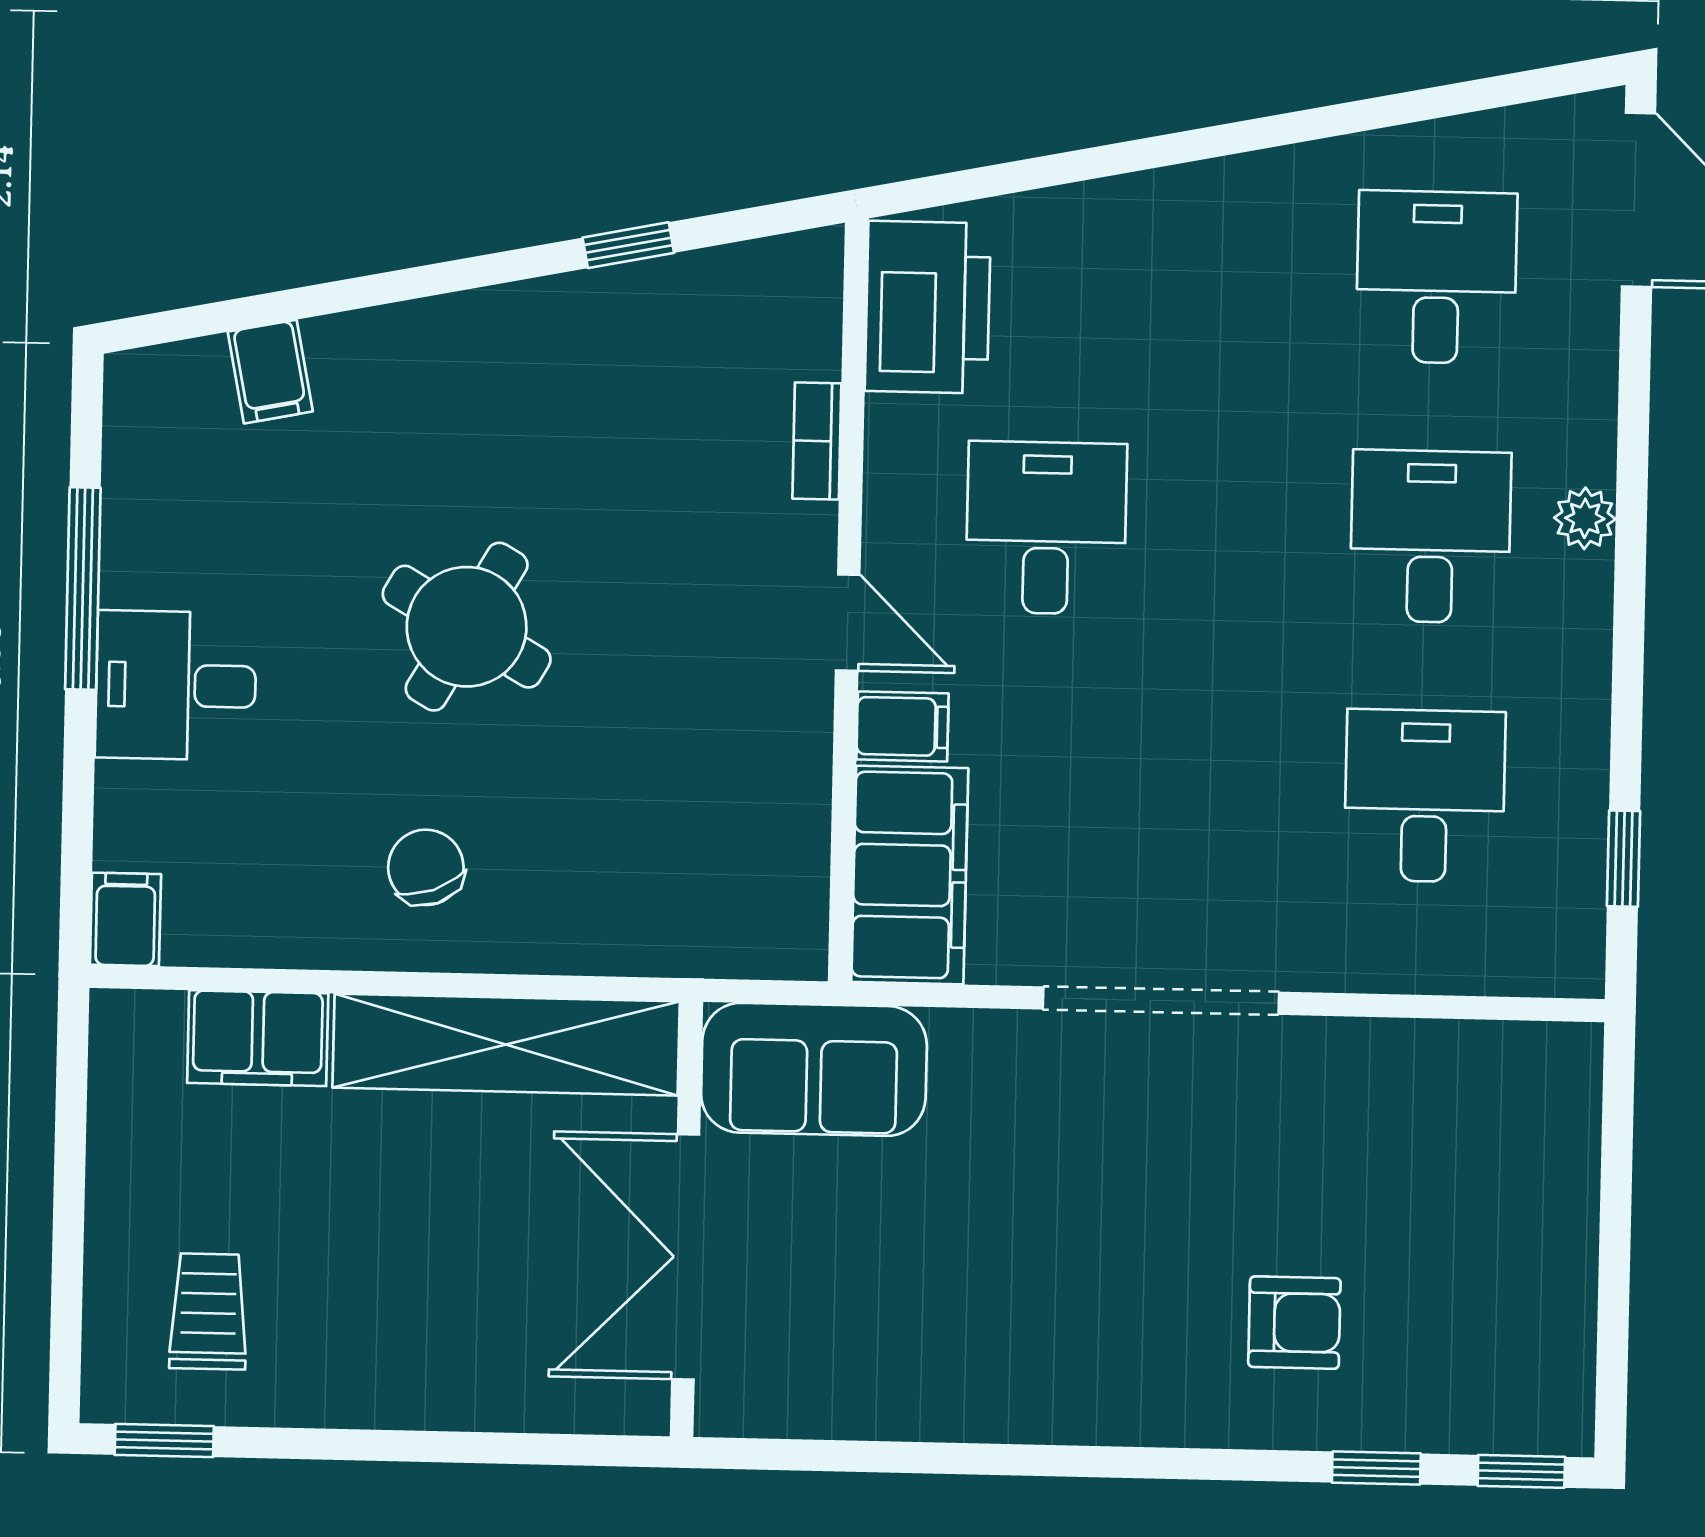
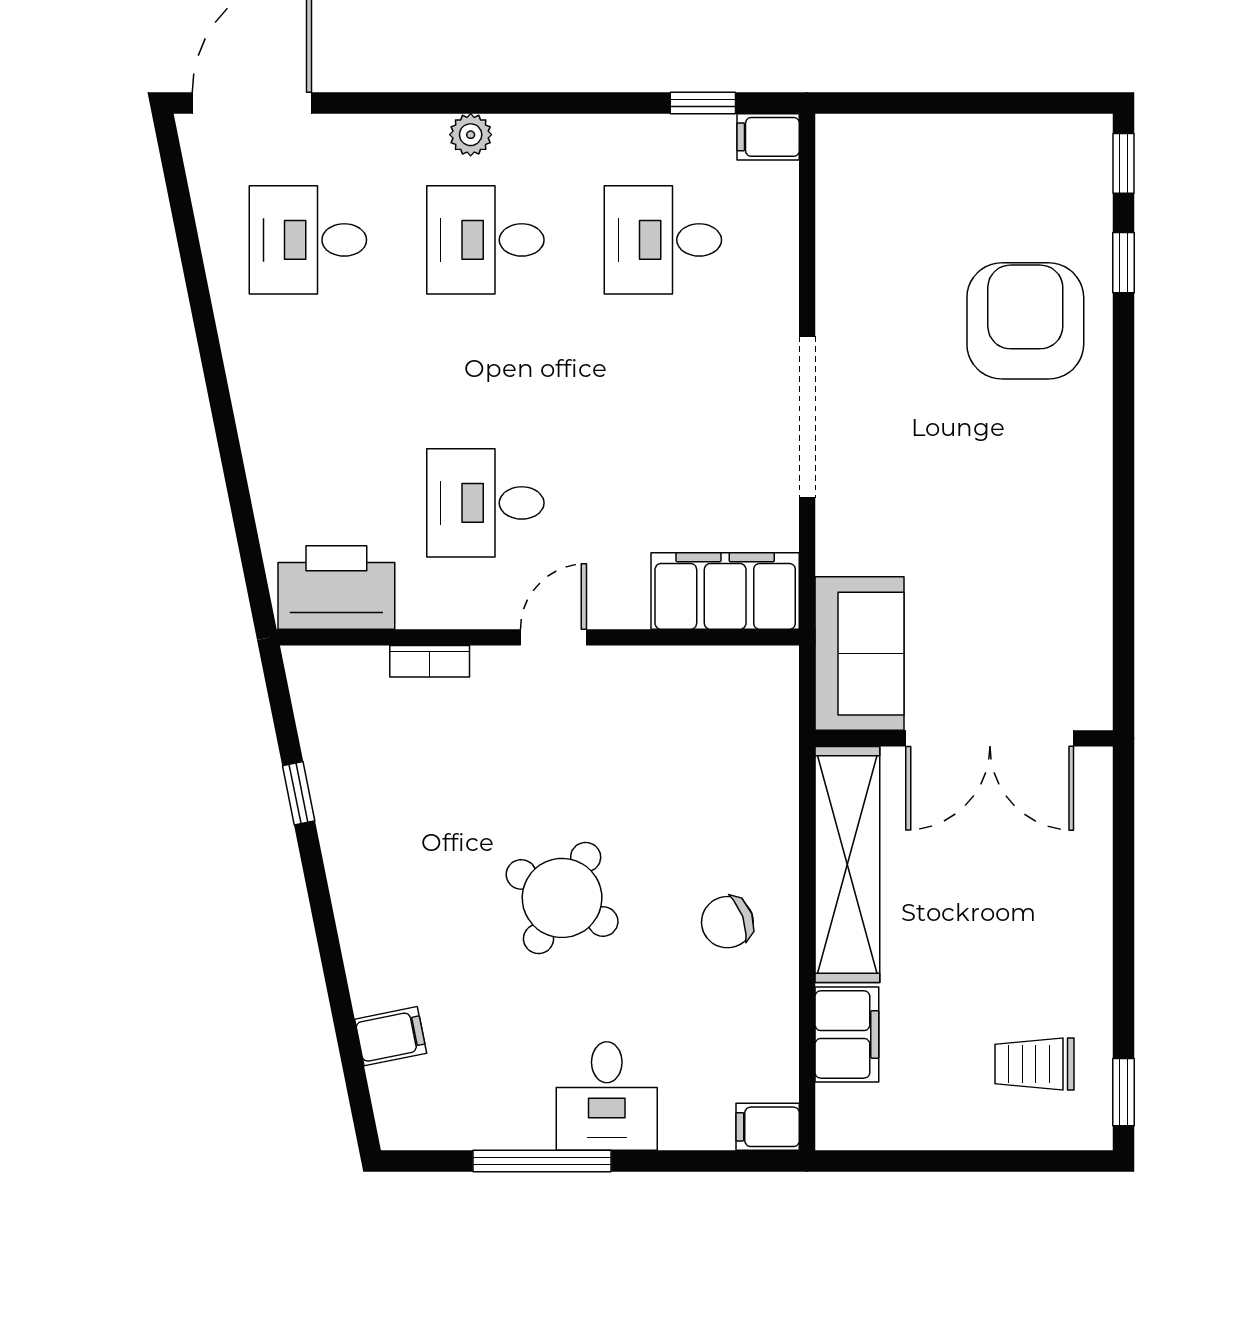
filing cabinet: (902, 726) -> (768, 137), moved, turned -90
armchair: (1294, 1323) -> (1025, 321), width x1.88, depth x1.88

